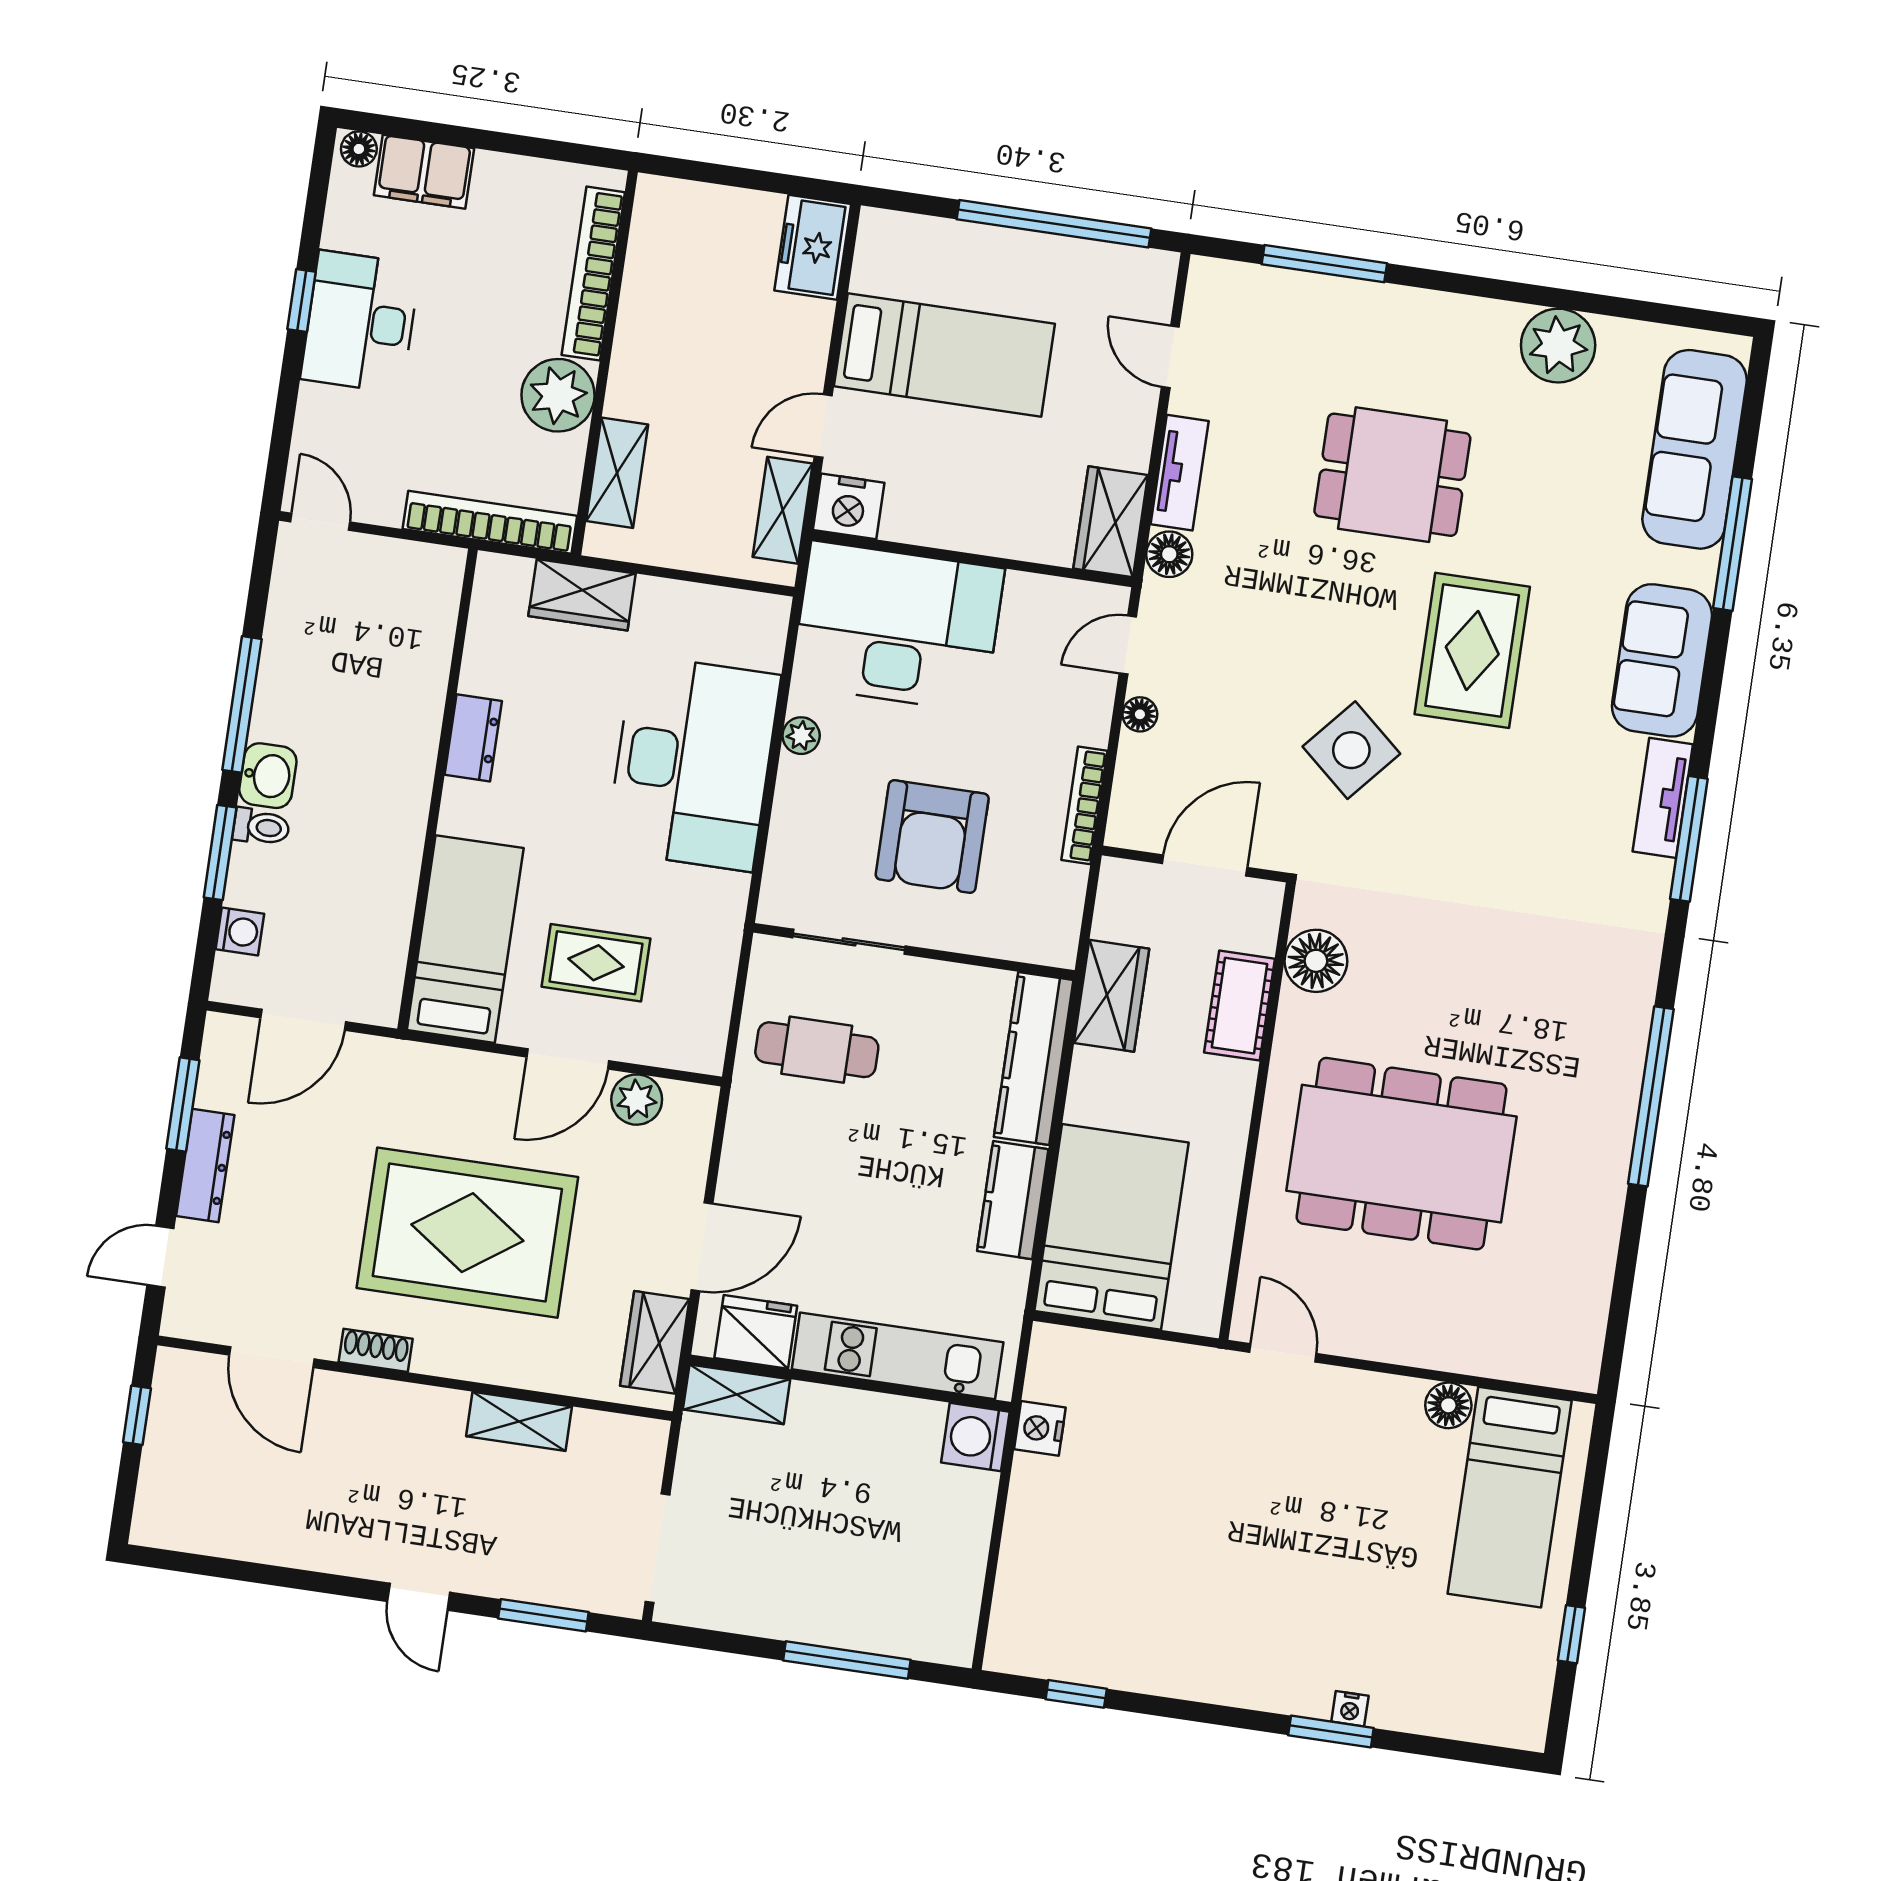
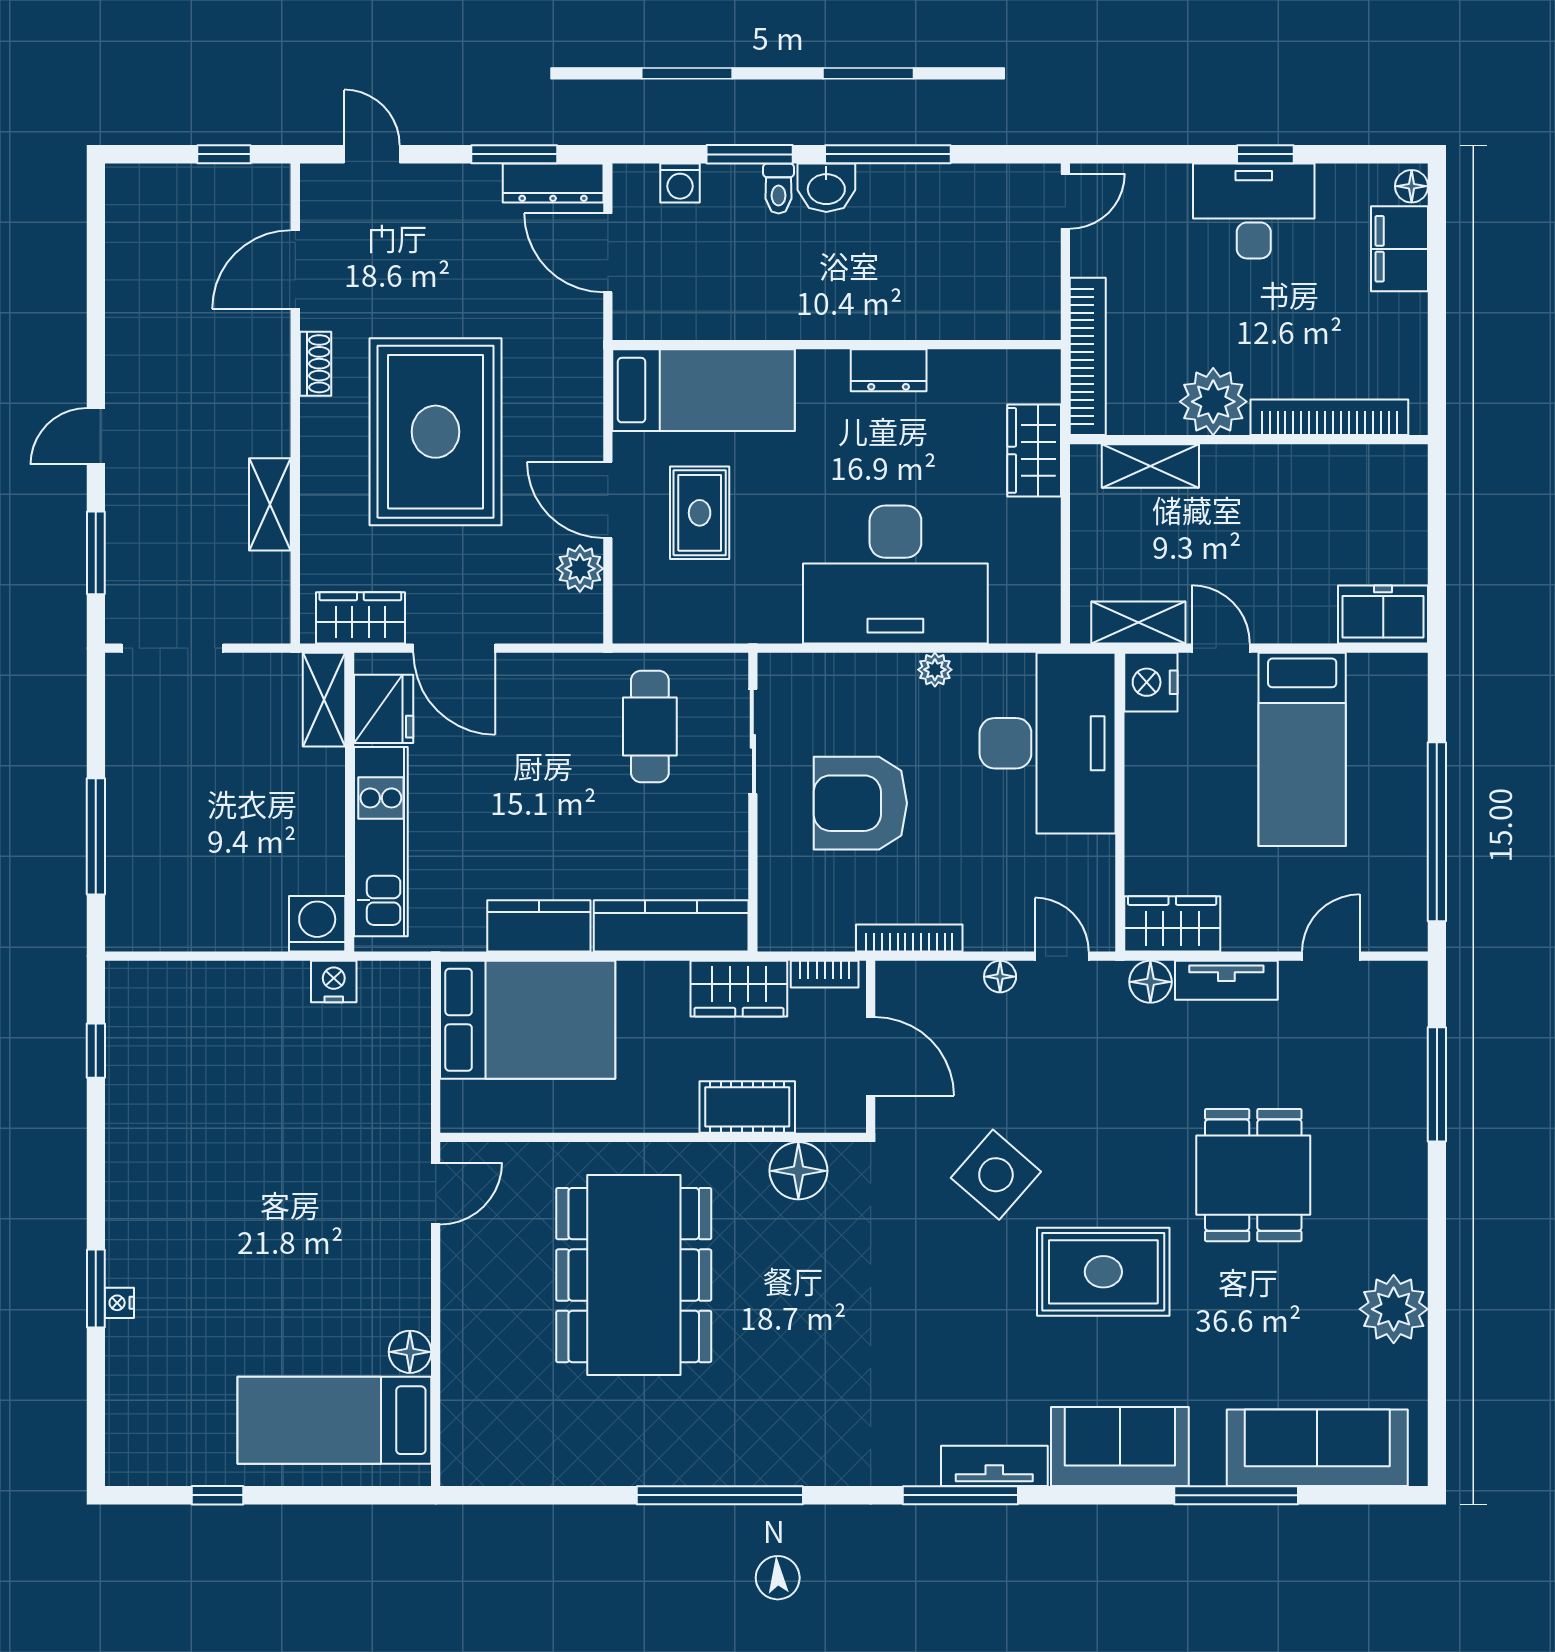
bookcase: (1110, 902) -> (825, 974), added
dresser: (205, 1165) -> (553, 183), moved

